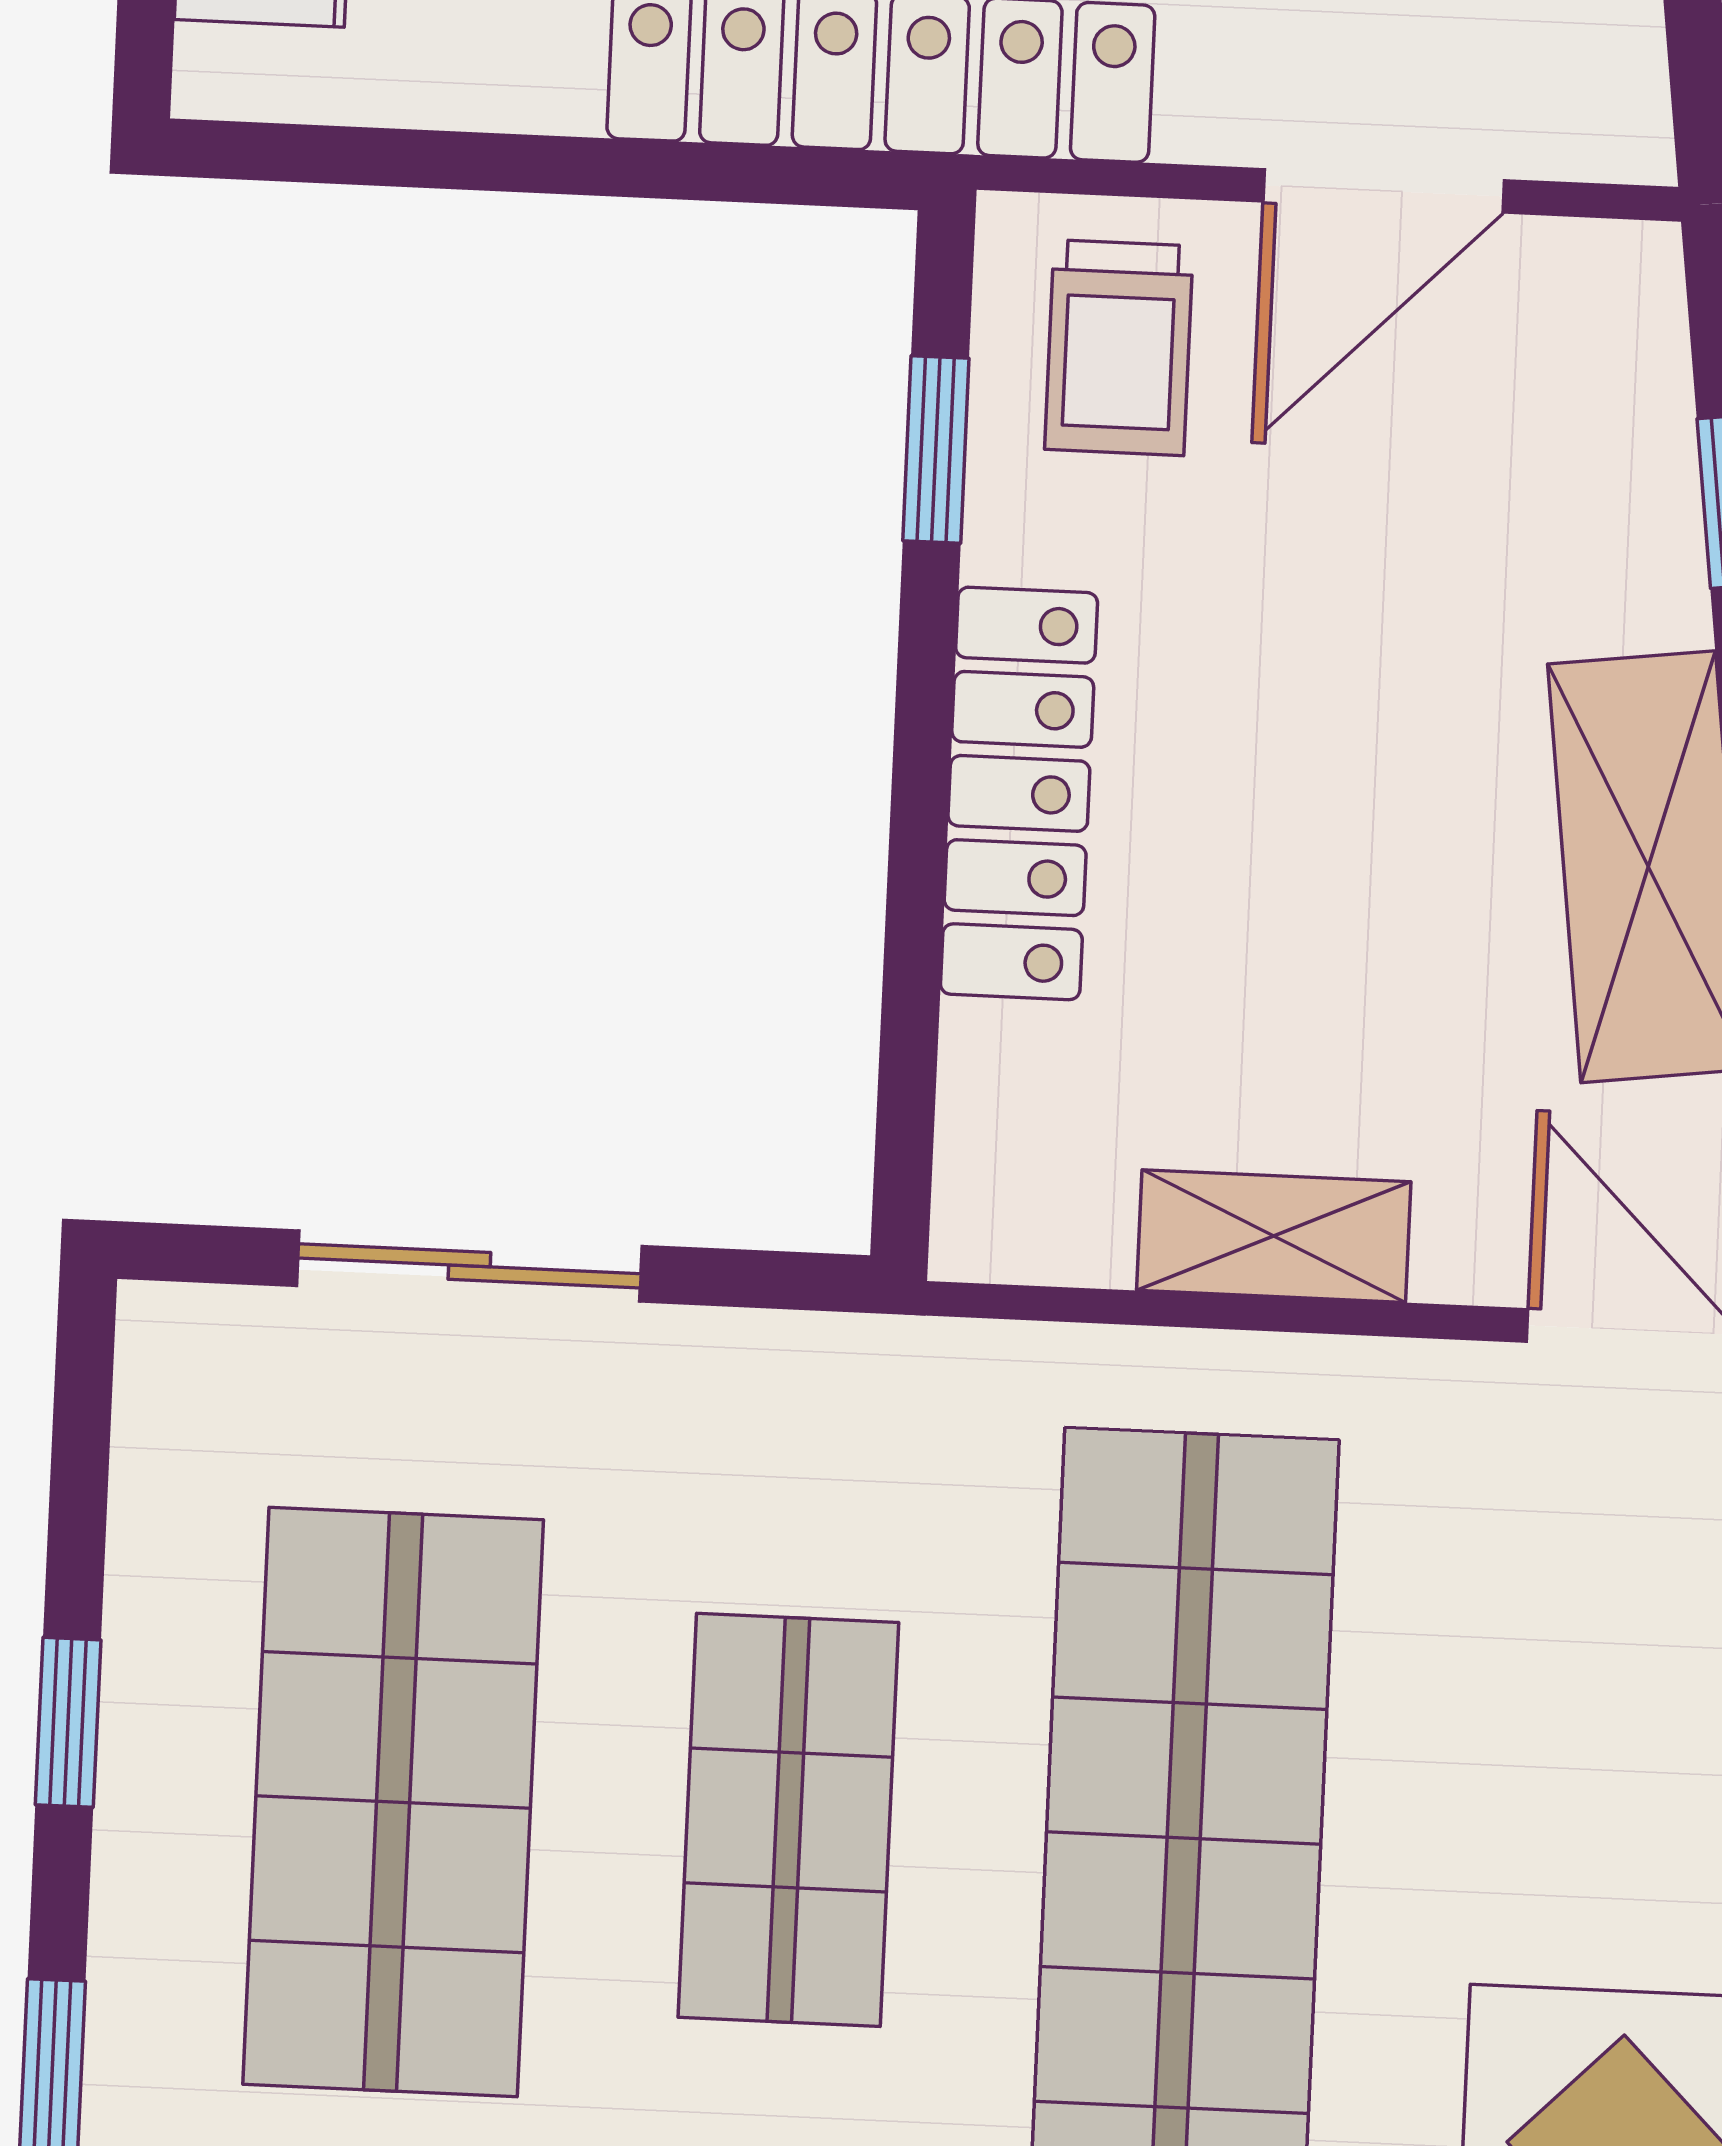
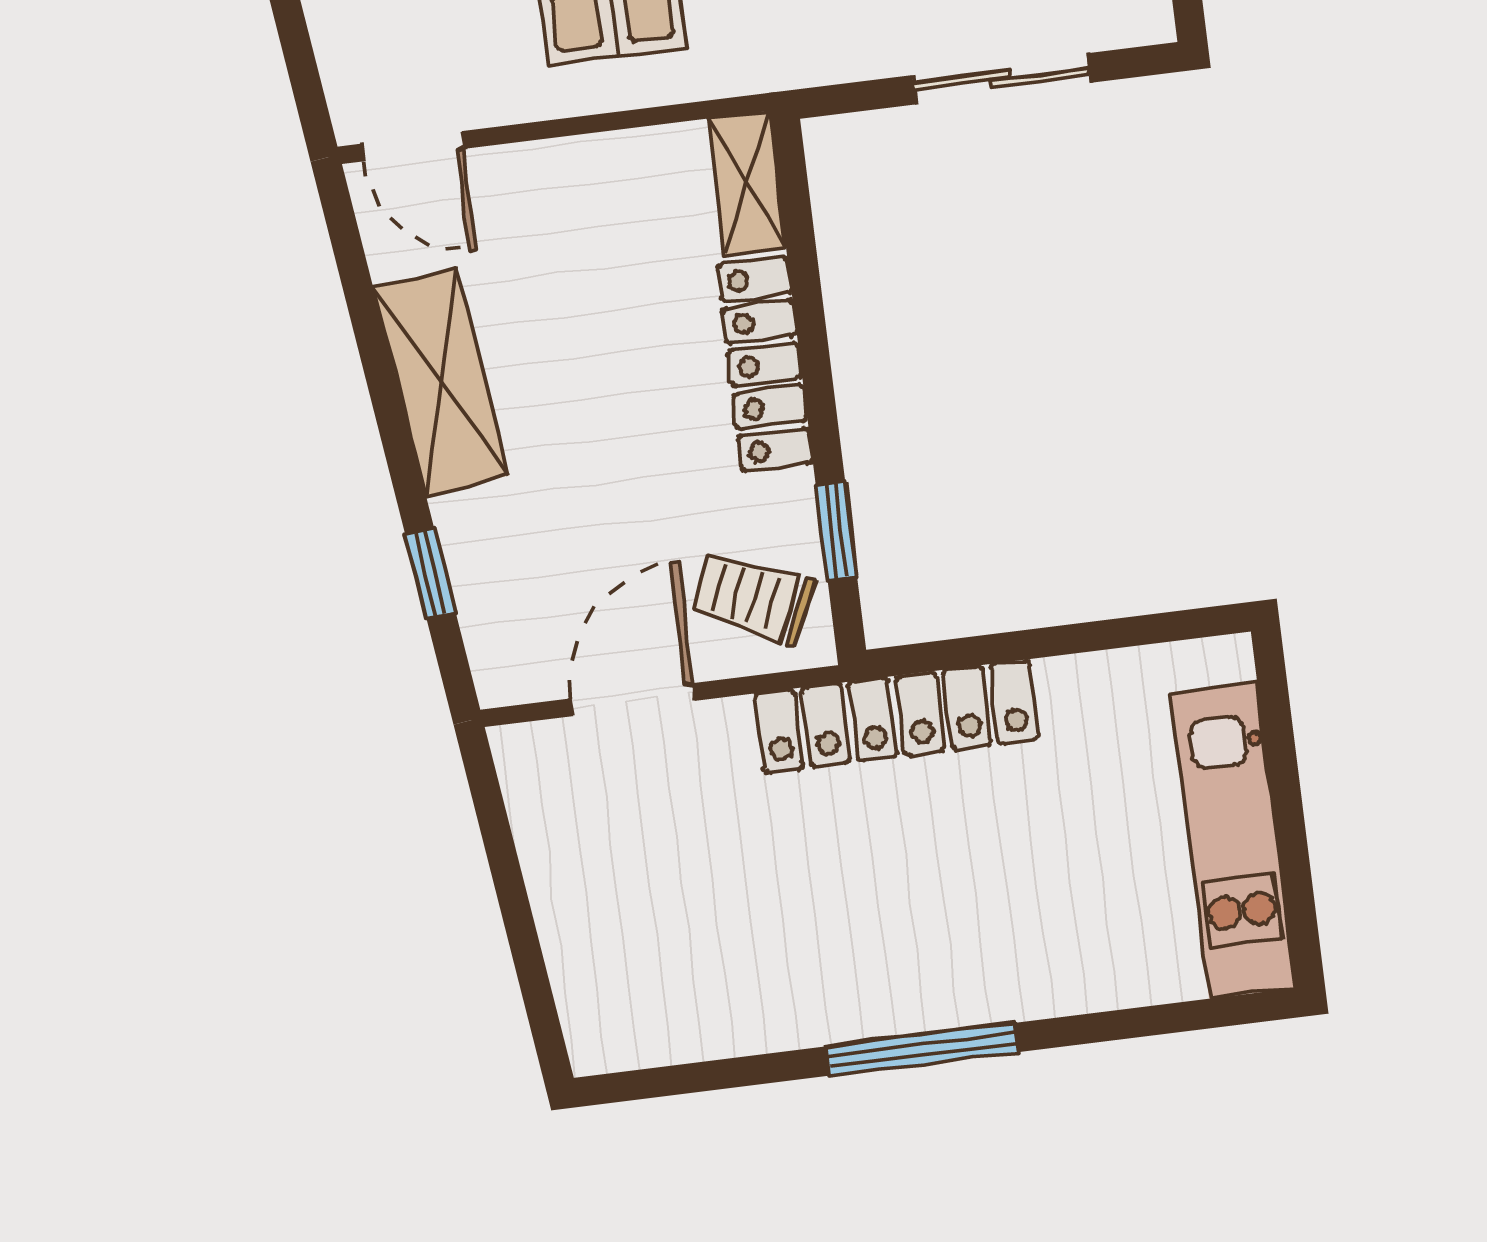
trolley: (1119, 348) -> (753, 598), turned -66
shelving: (1274, 1236) -> (747, 183), moved, turned 90

